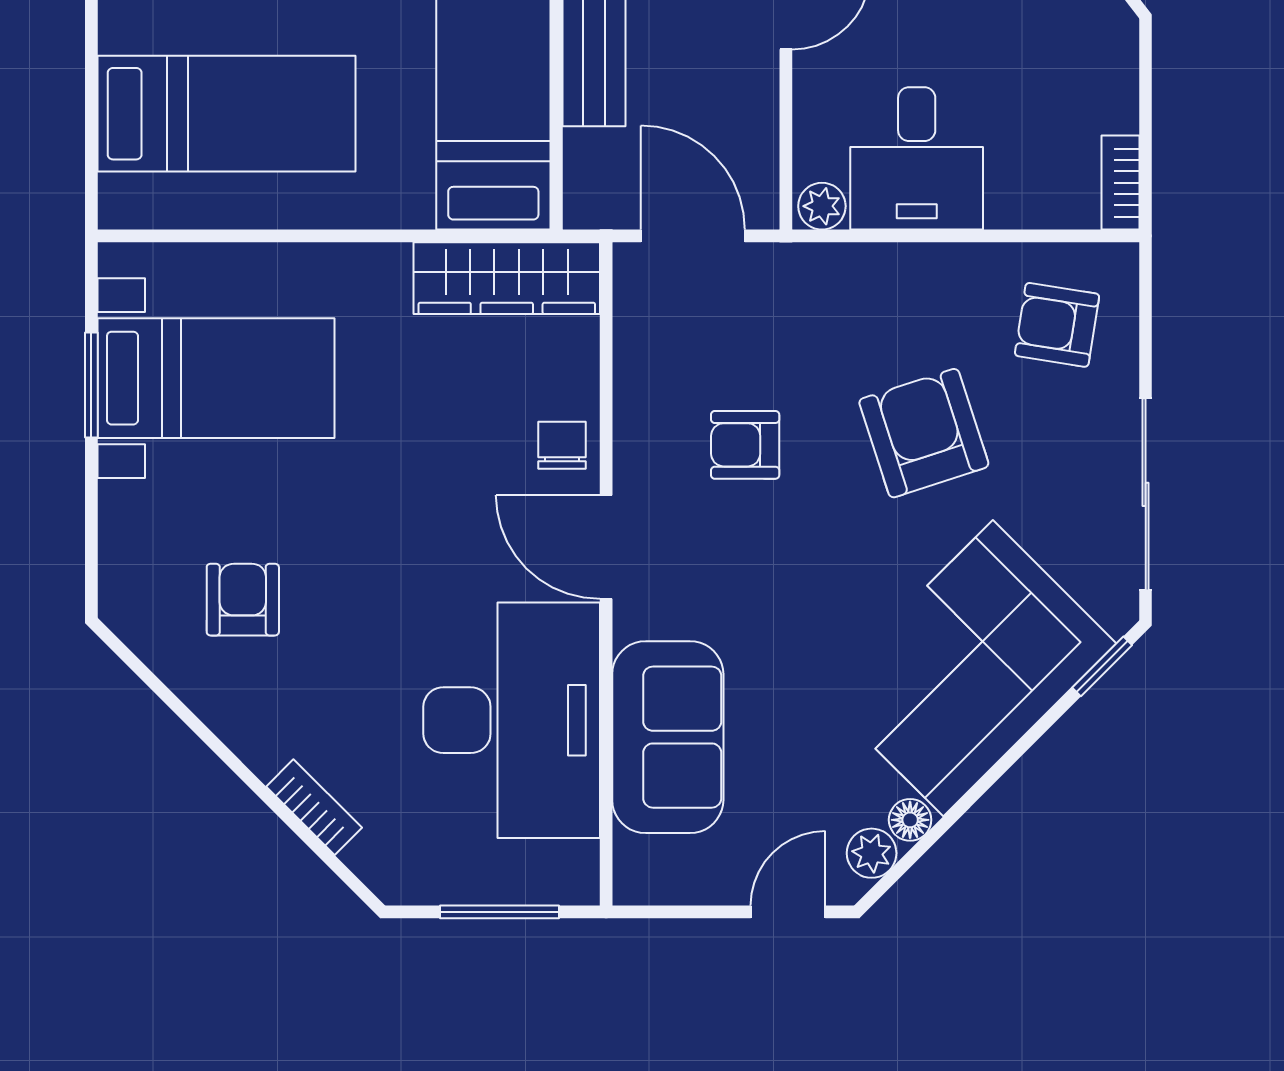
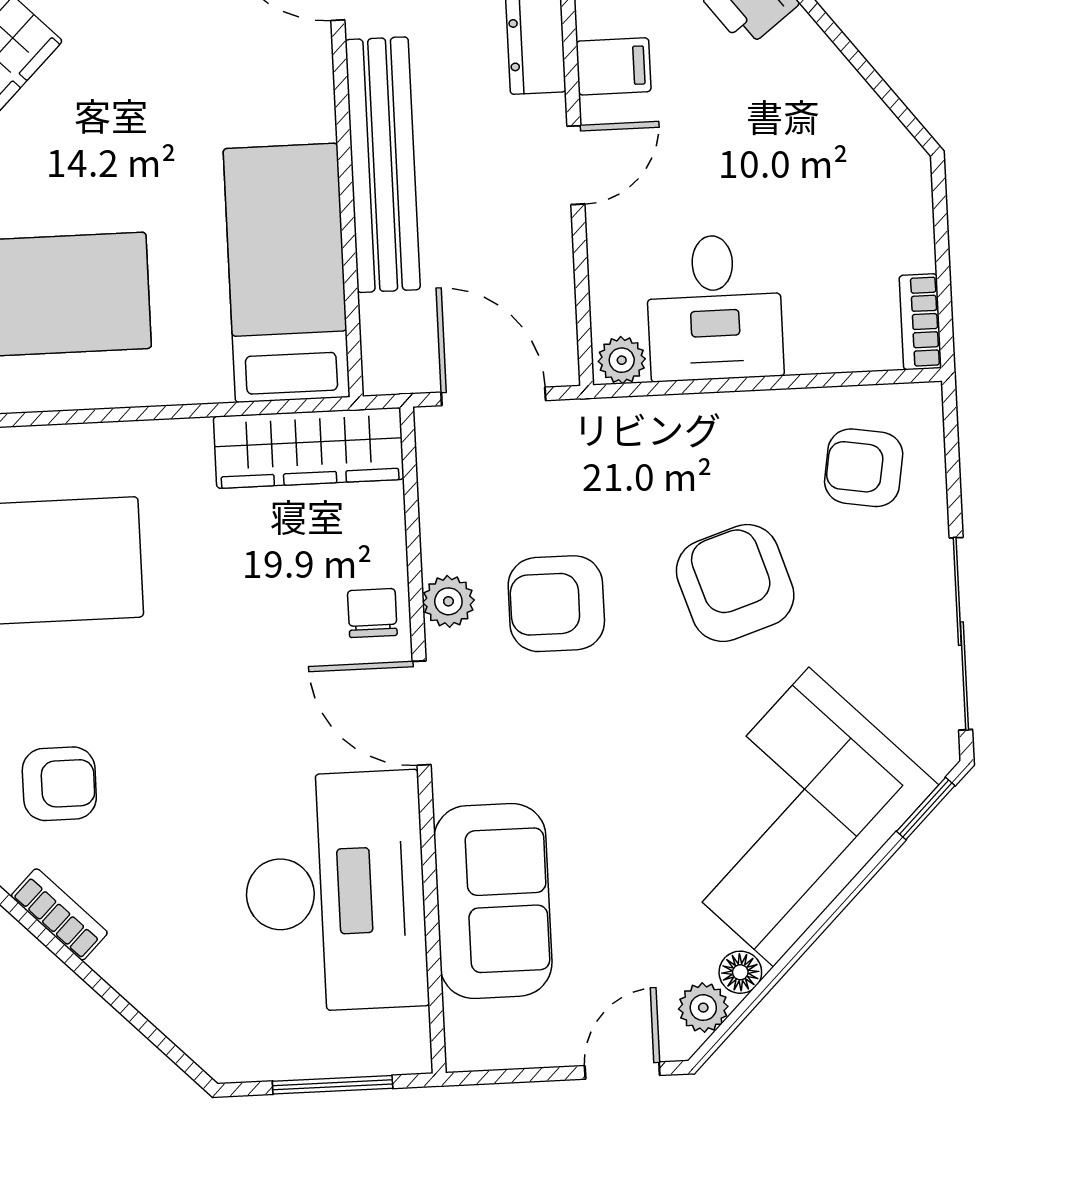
plant: (638, 437) -> (448, 601), added
armchair: (745, 445) -> (556, 604), width x1.38, depth x1.38
armchair: (243, 600) -> (59, 784), turned 90
bookcase: (314, 807) -> (59, 914), moved

